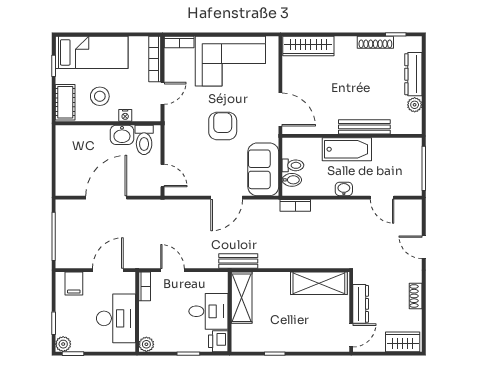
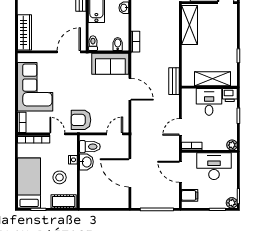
armchair: (223, 126) -> (81, 120), moved
toilet: (293, 165) -> (93, 43), moved
shelving: (242, 298) -> (213, 79), moved

